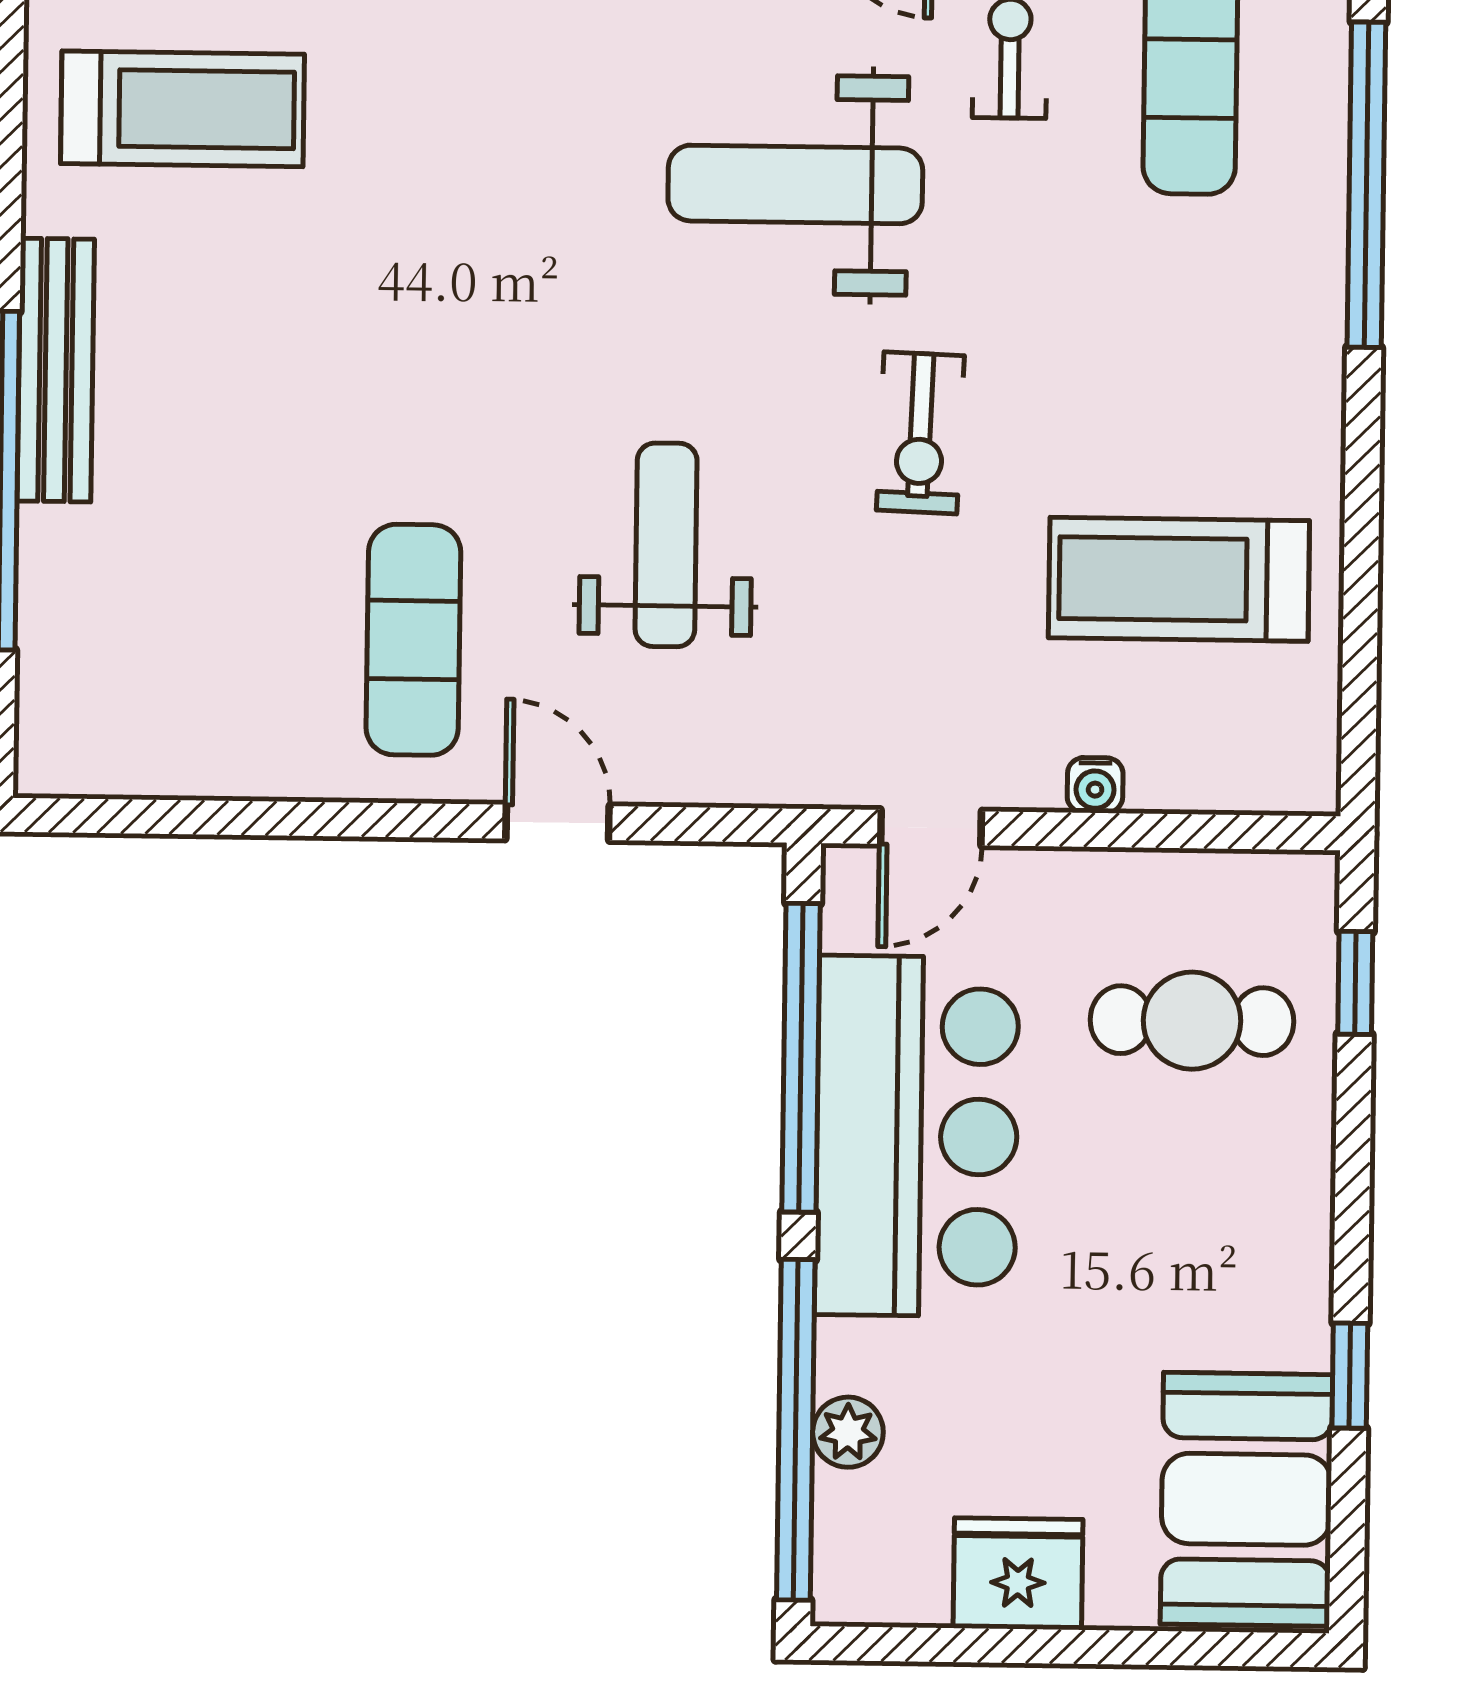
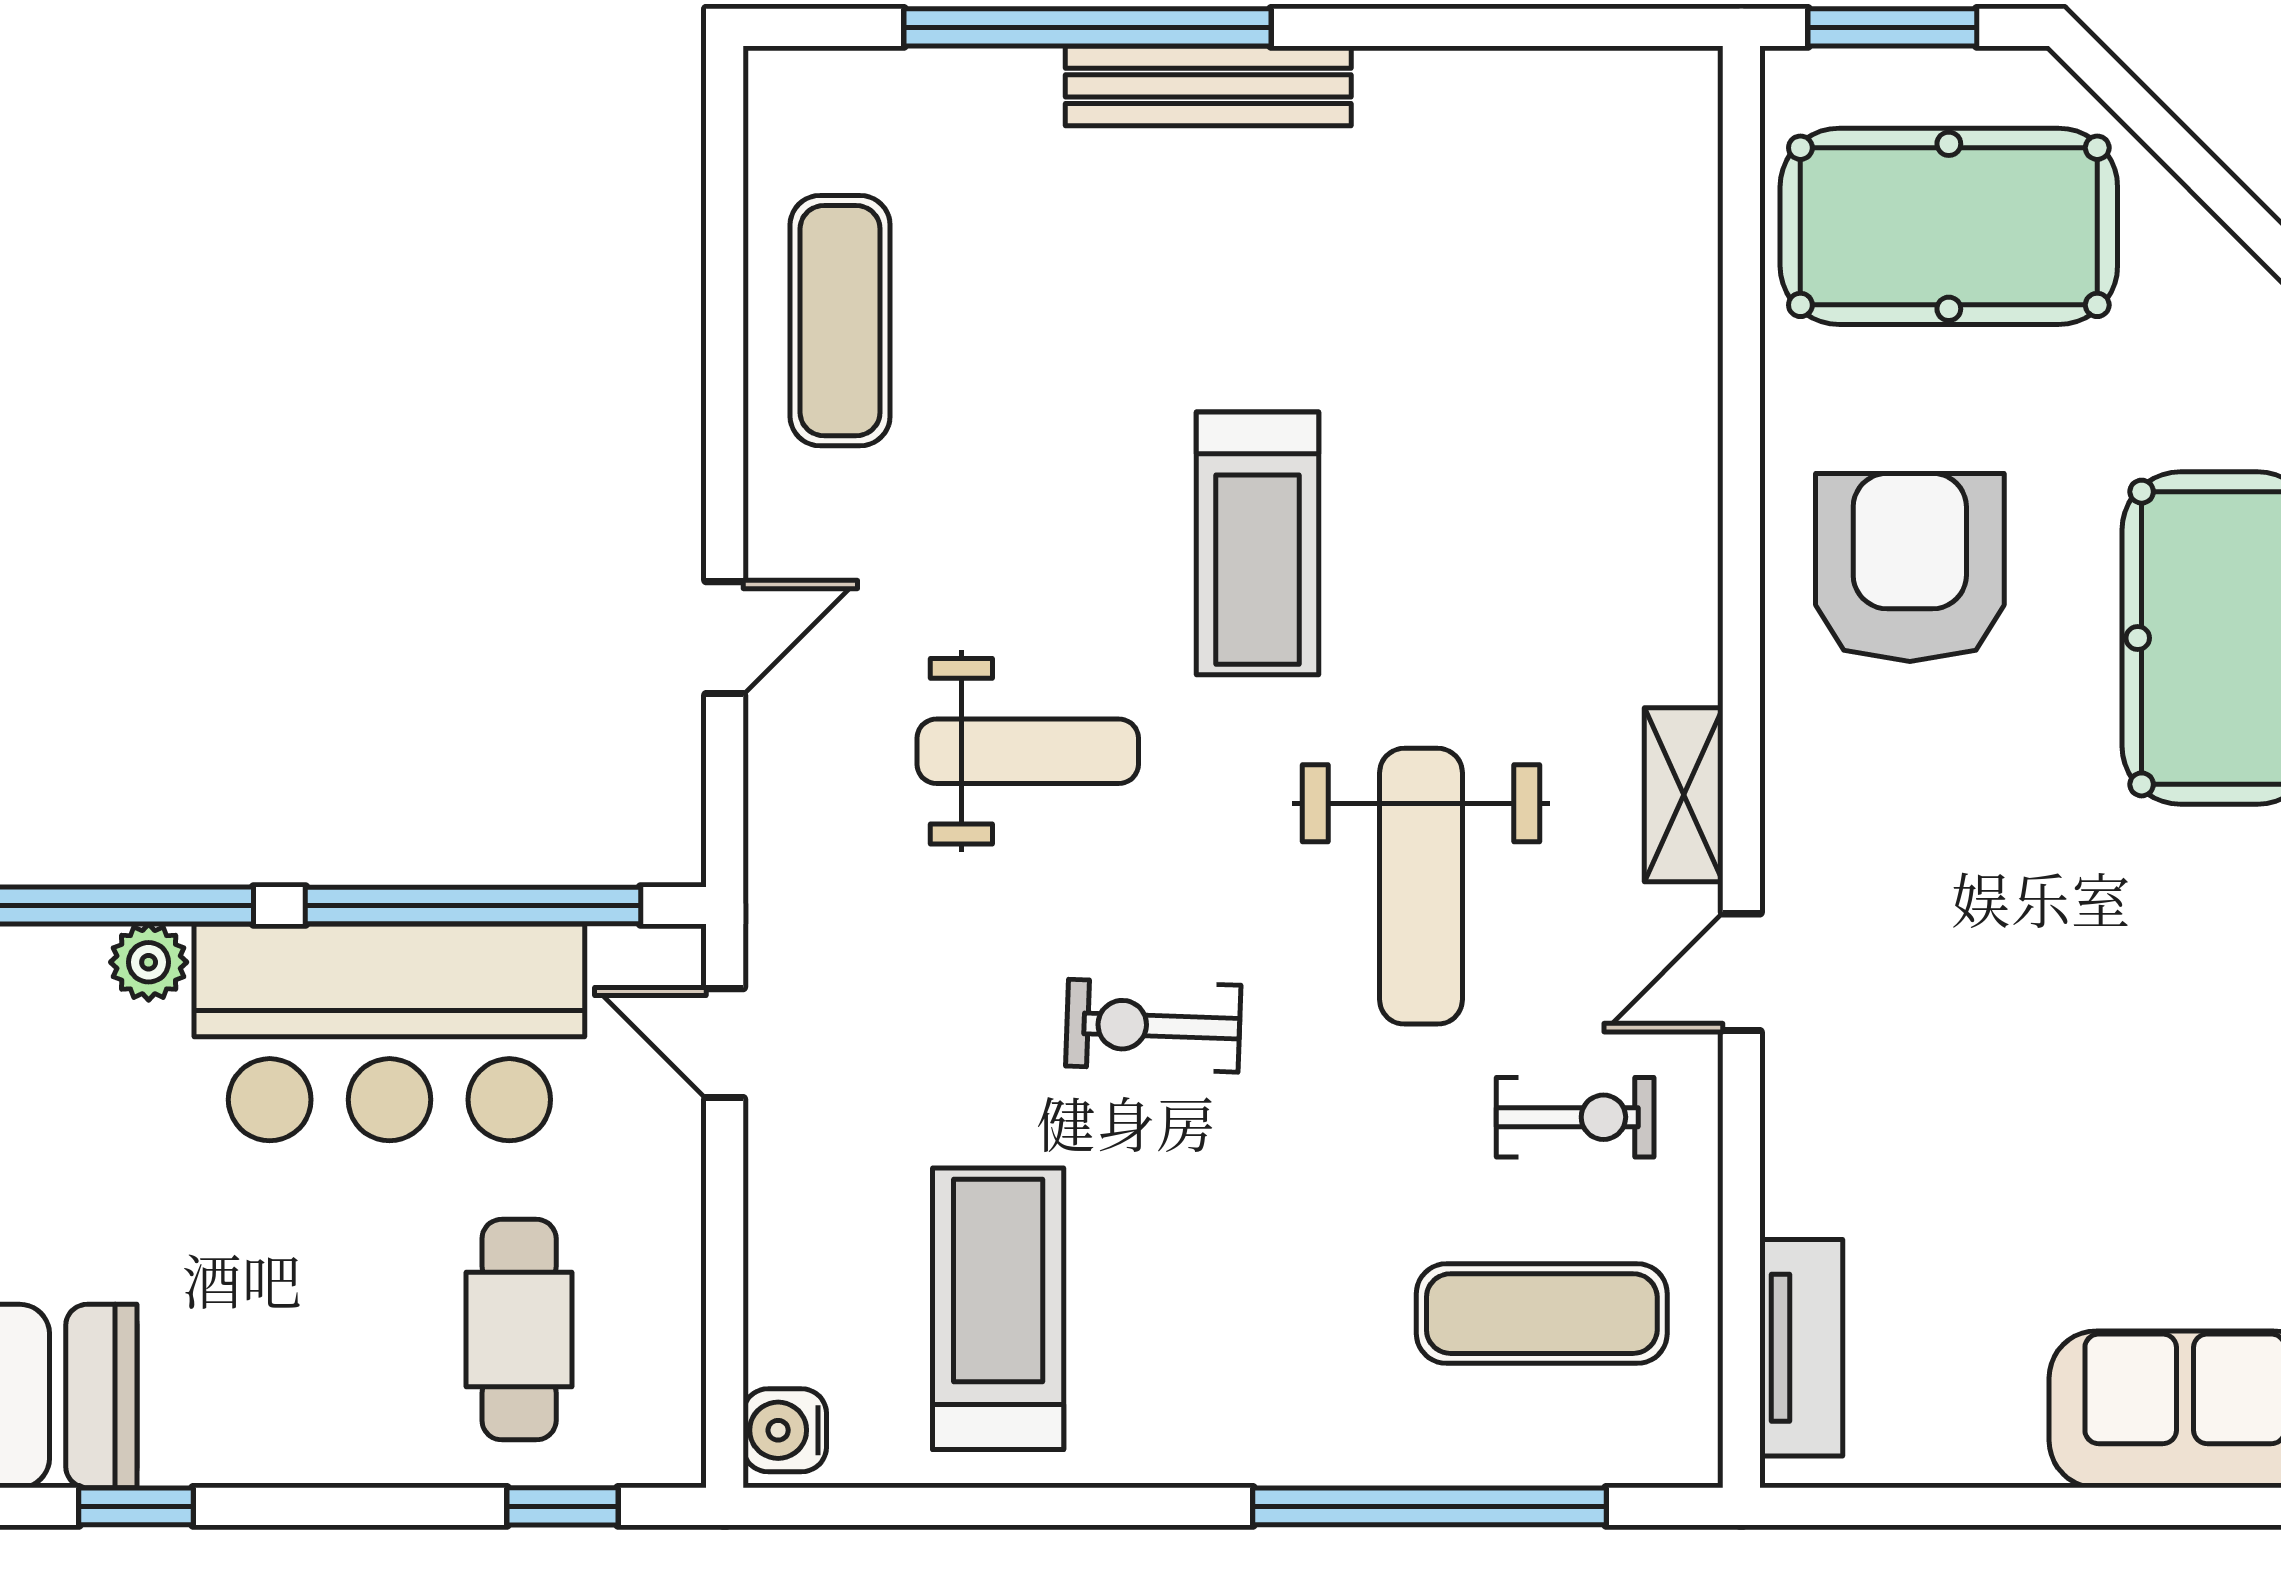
treadmill: (182, 109) -> (1257, 543), moved
weight bench: (795, 184) -> (1421, 886), turned 180
exercise mat: (413, 640) -> (840, 321), moved, turned 90
water cooler: (1095, 785) -> (785, 1430), moved, width x1.38, depth x1.38
plant: (848, 1432) -> (149, 962), moved

